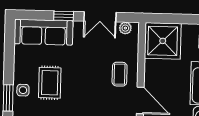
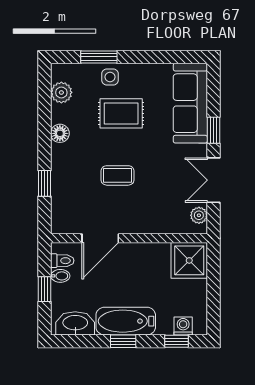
shower: (163, 41) -> (189, 260), width x0.73, depth x0.73
coffee table: (120, 74) -> (118, 175), moved

